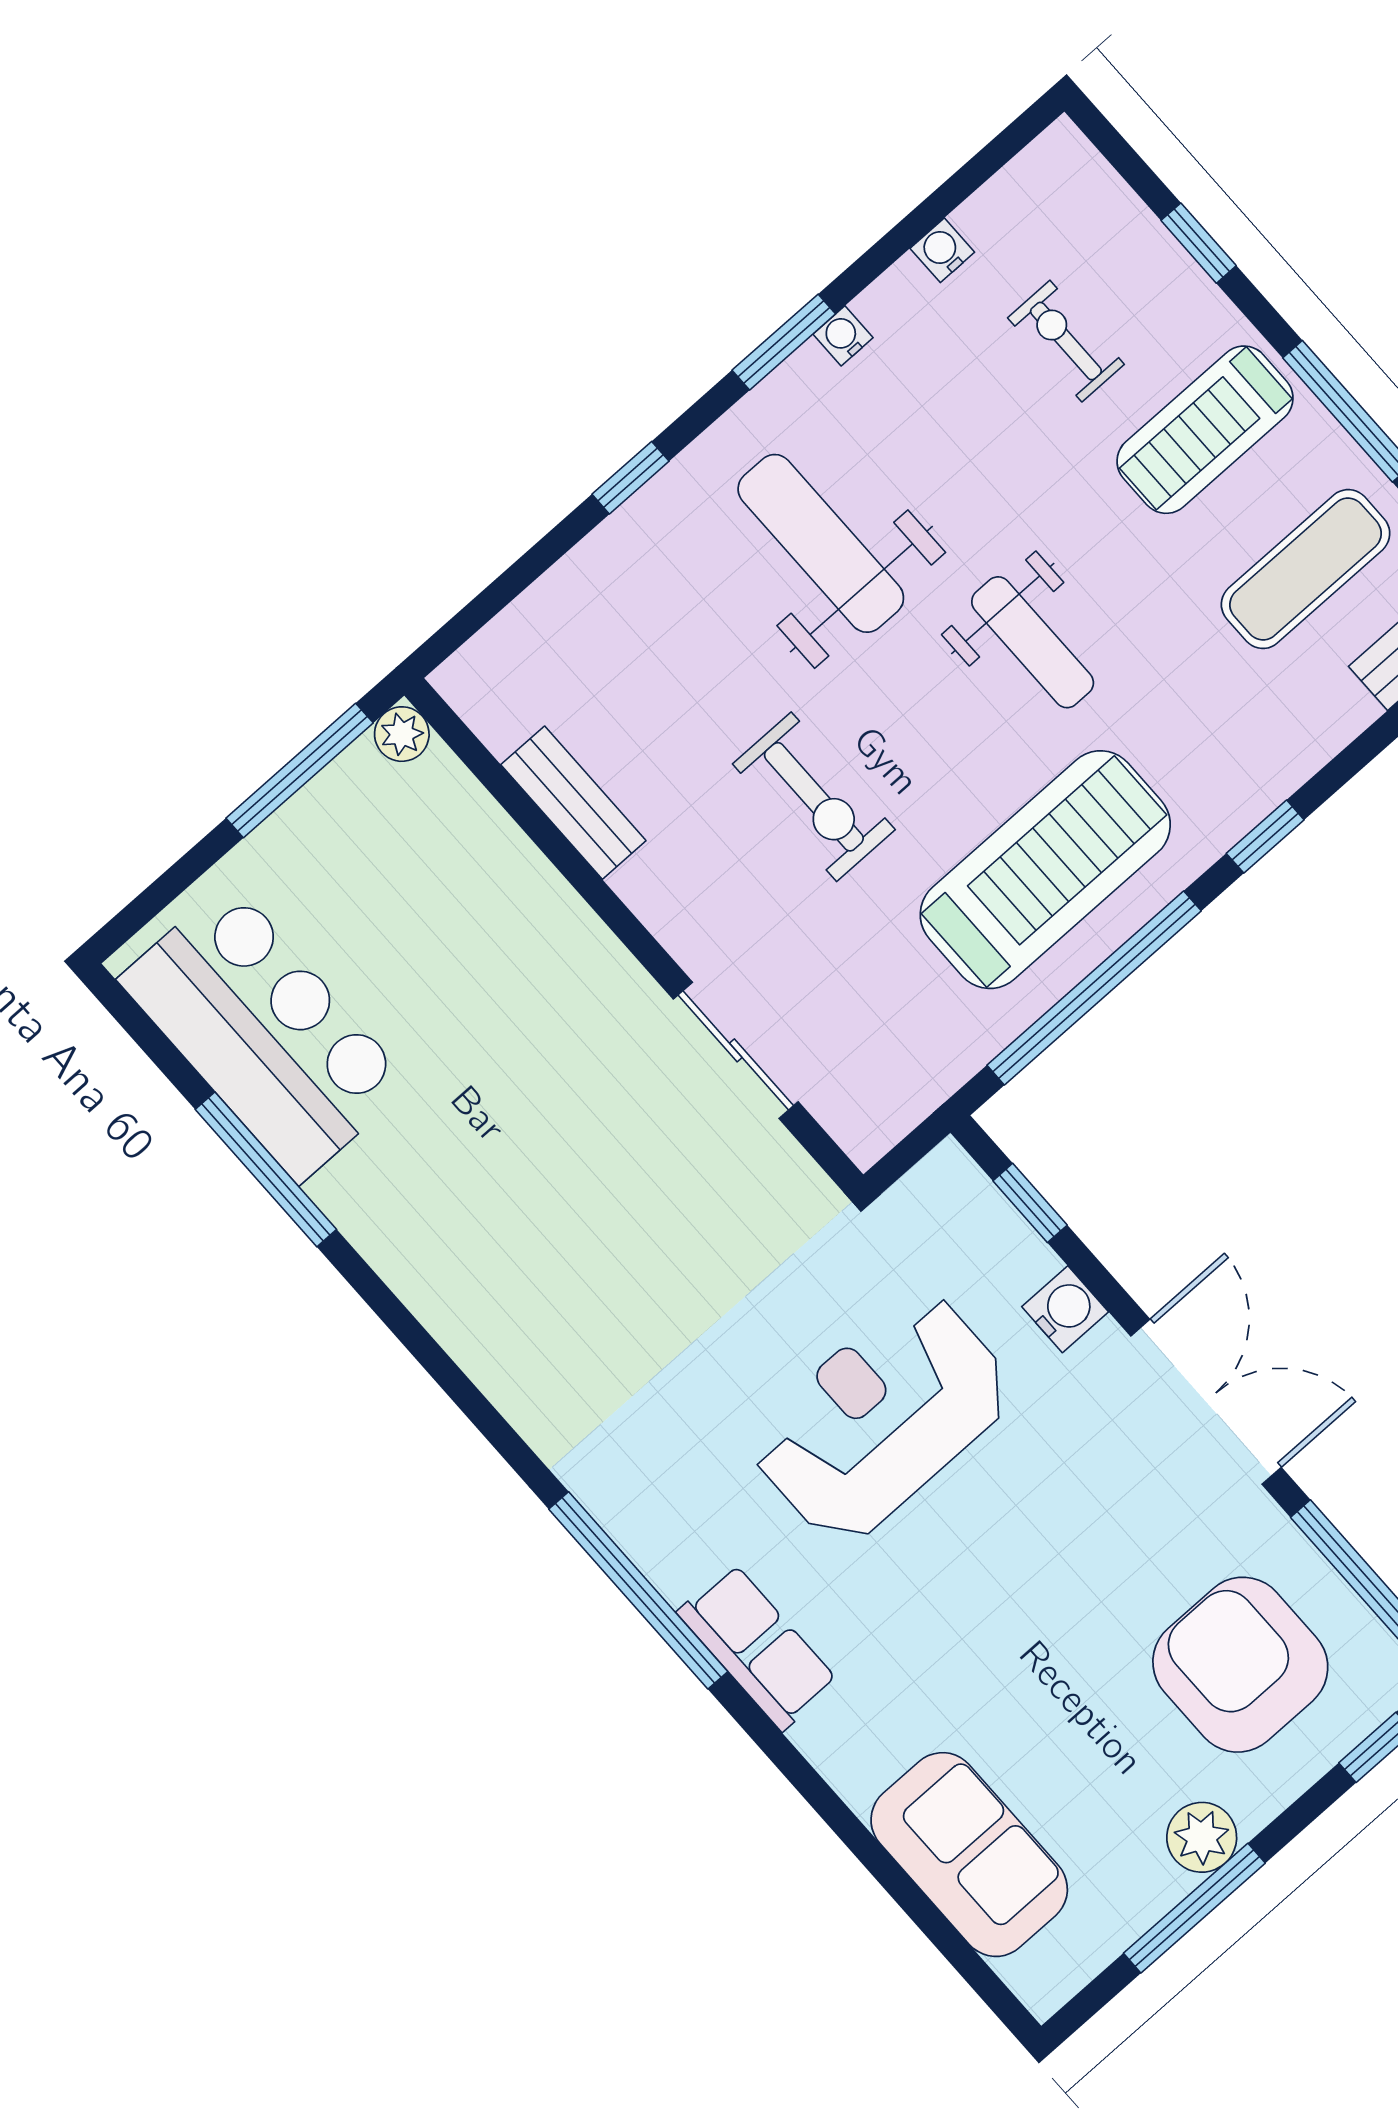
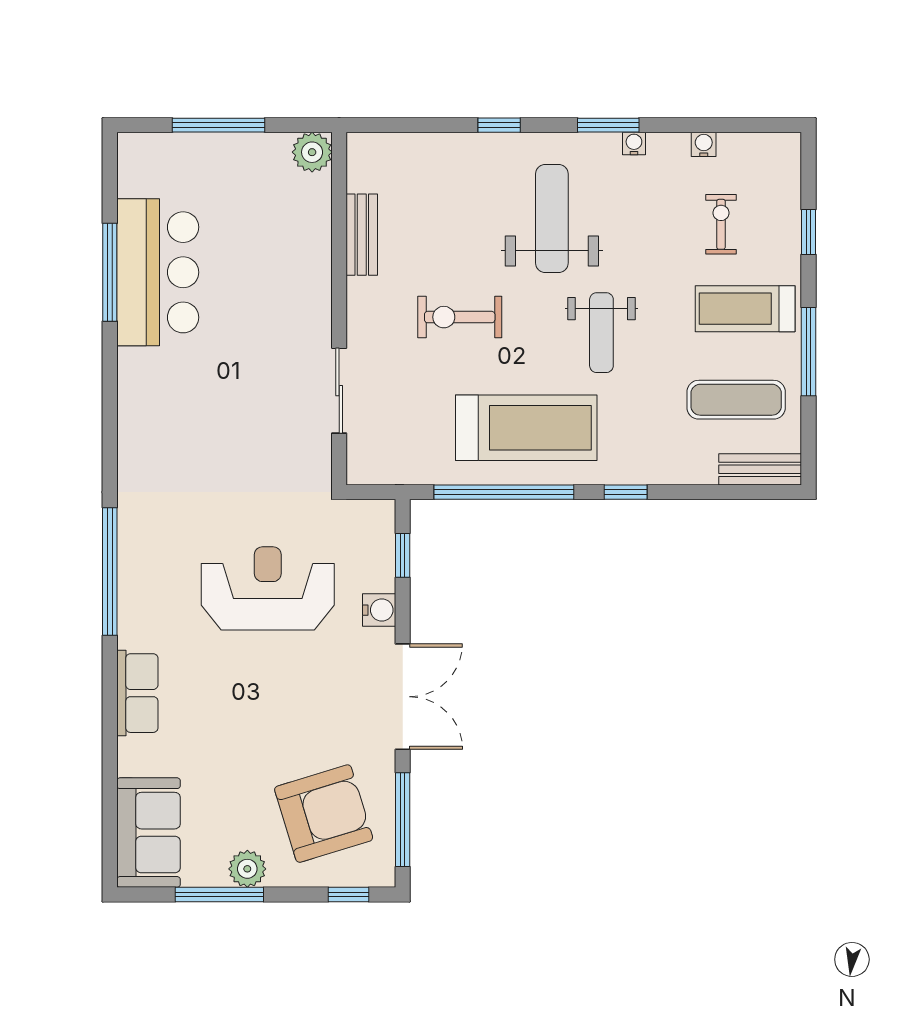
plant: (402, 734) -> (312, 152), width x1.38, depth x1.38
window: (300, 770) -> (218, 125), moved
exercise bike: (814, 797) -> (460, 317), turned 90
bar counter: (265, 1032) -> (158, 272), moved
row of seats: (758, 1647) -> (137, 693), moved
armchair: (1240, 1665) -> (324, 814), turned 73
sofa: (969, 1855) -> (148, 833), moved

